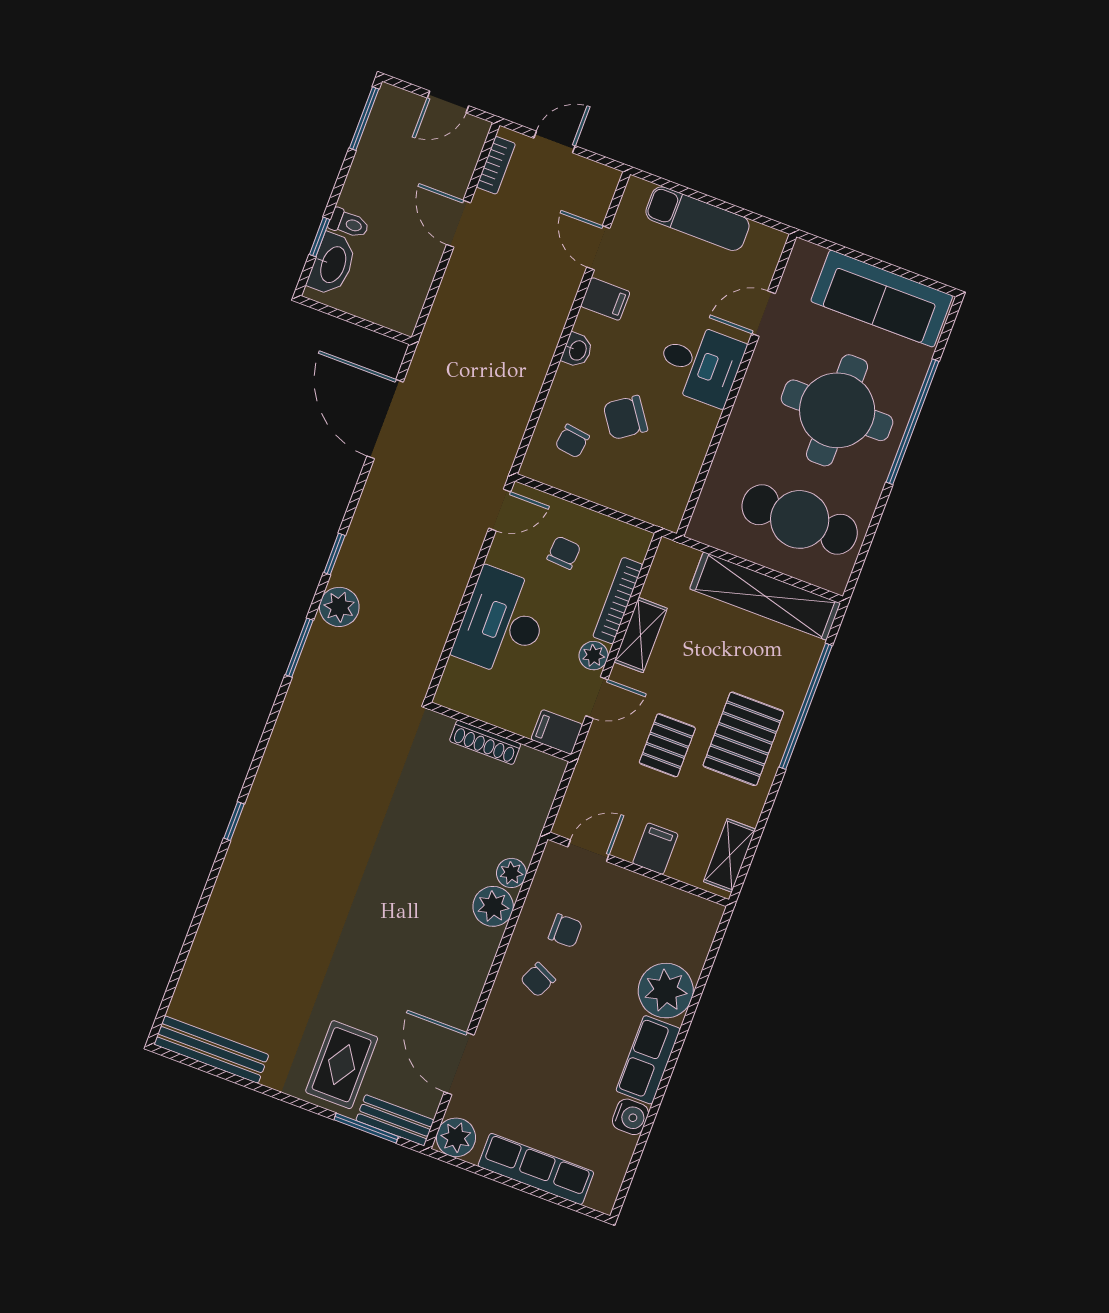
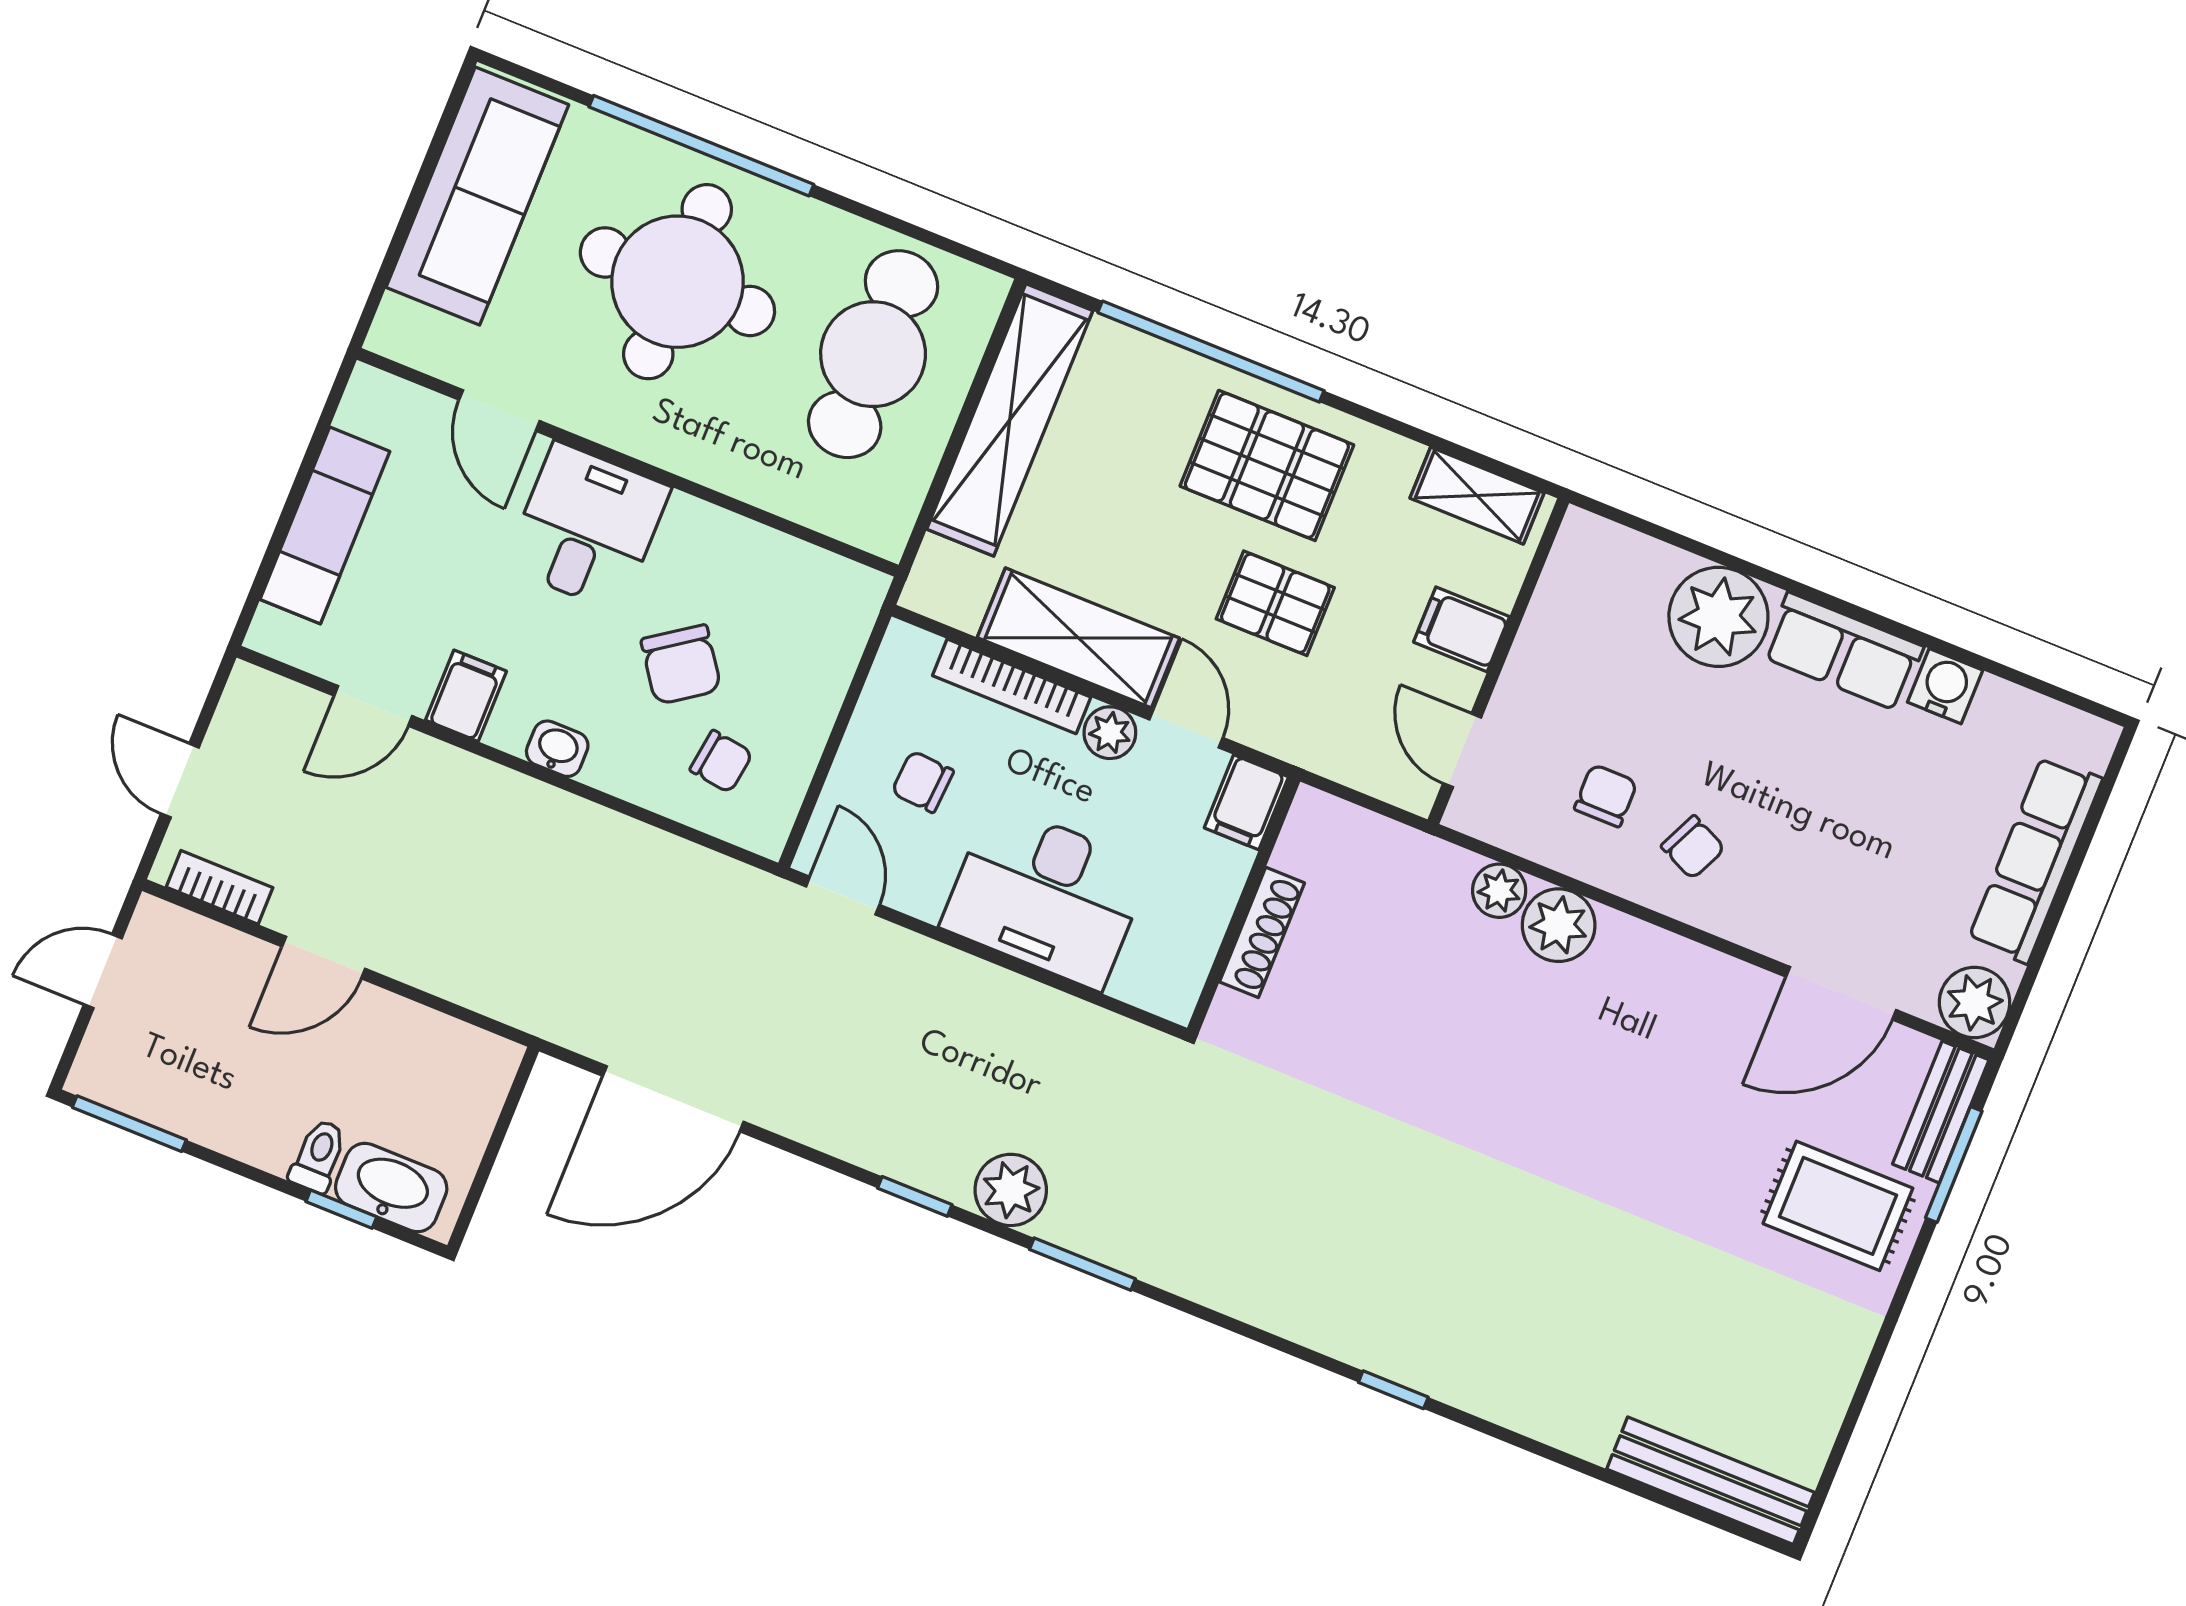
door: (448, 102) -> (103, 971), swing flipped
shelving: (641, 635) -> (1078, 638), width x1.50, depth x1.33
bench: (211, 1050) -> (1711, 1481), moved, turned 90

